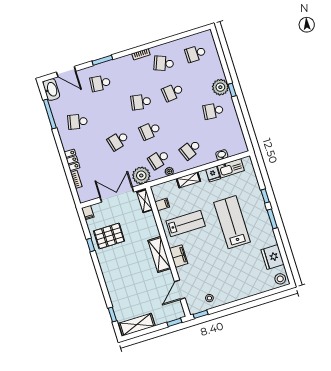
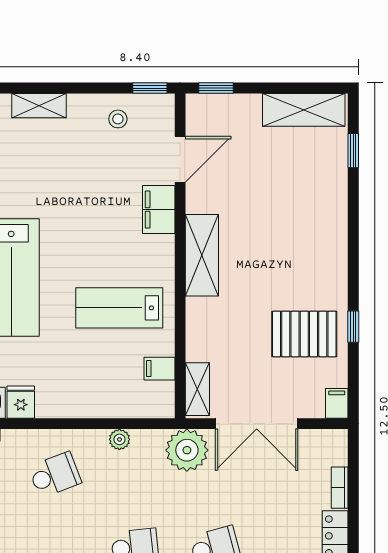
school desk: (159, 159) -> (135, 475), removed
shelving: (188, 180) -> (39, 106), moved
filing cabinet: (179, 256) -> (159, 210), moved

